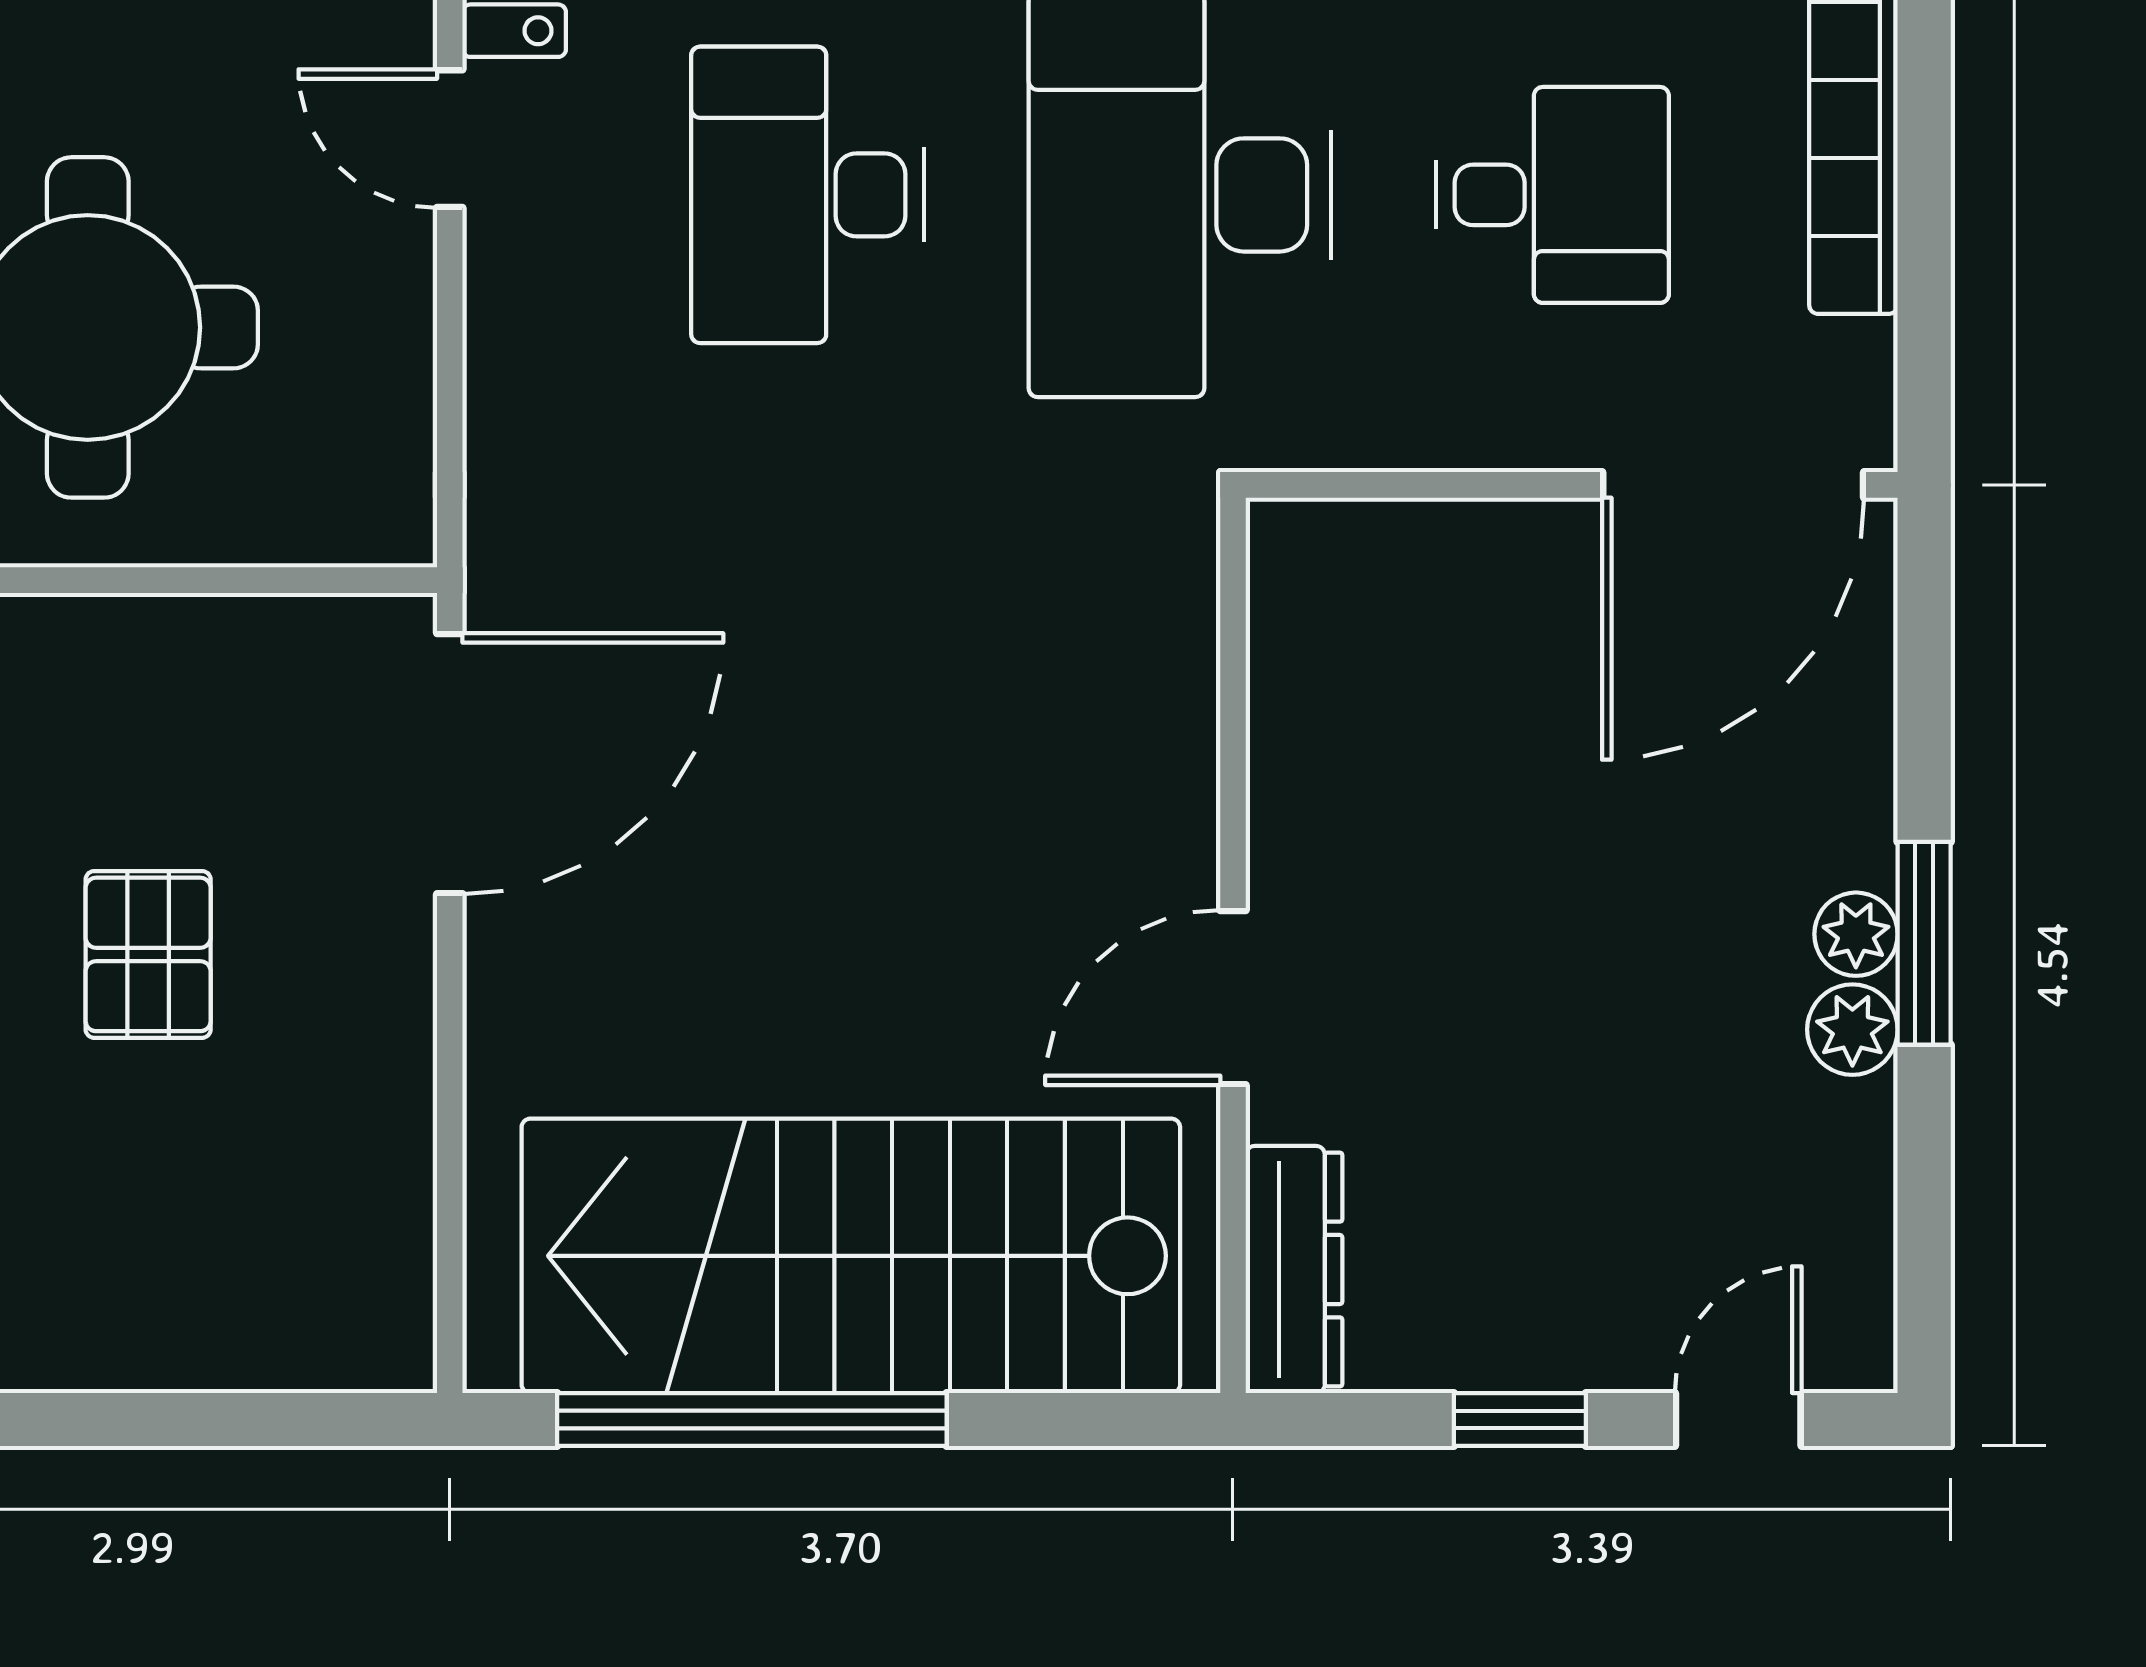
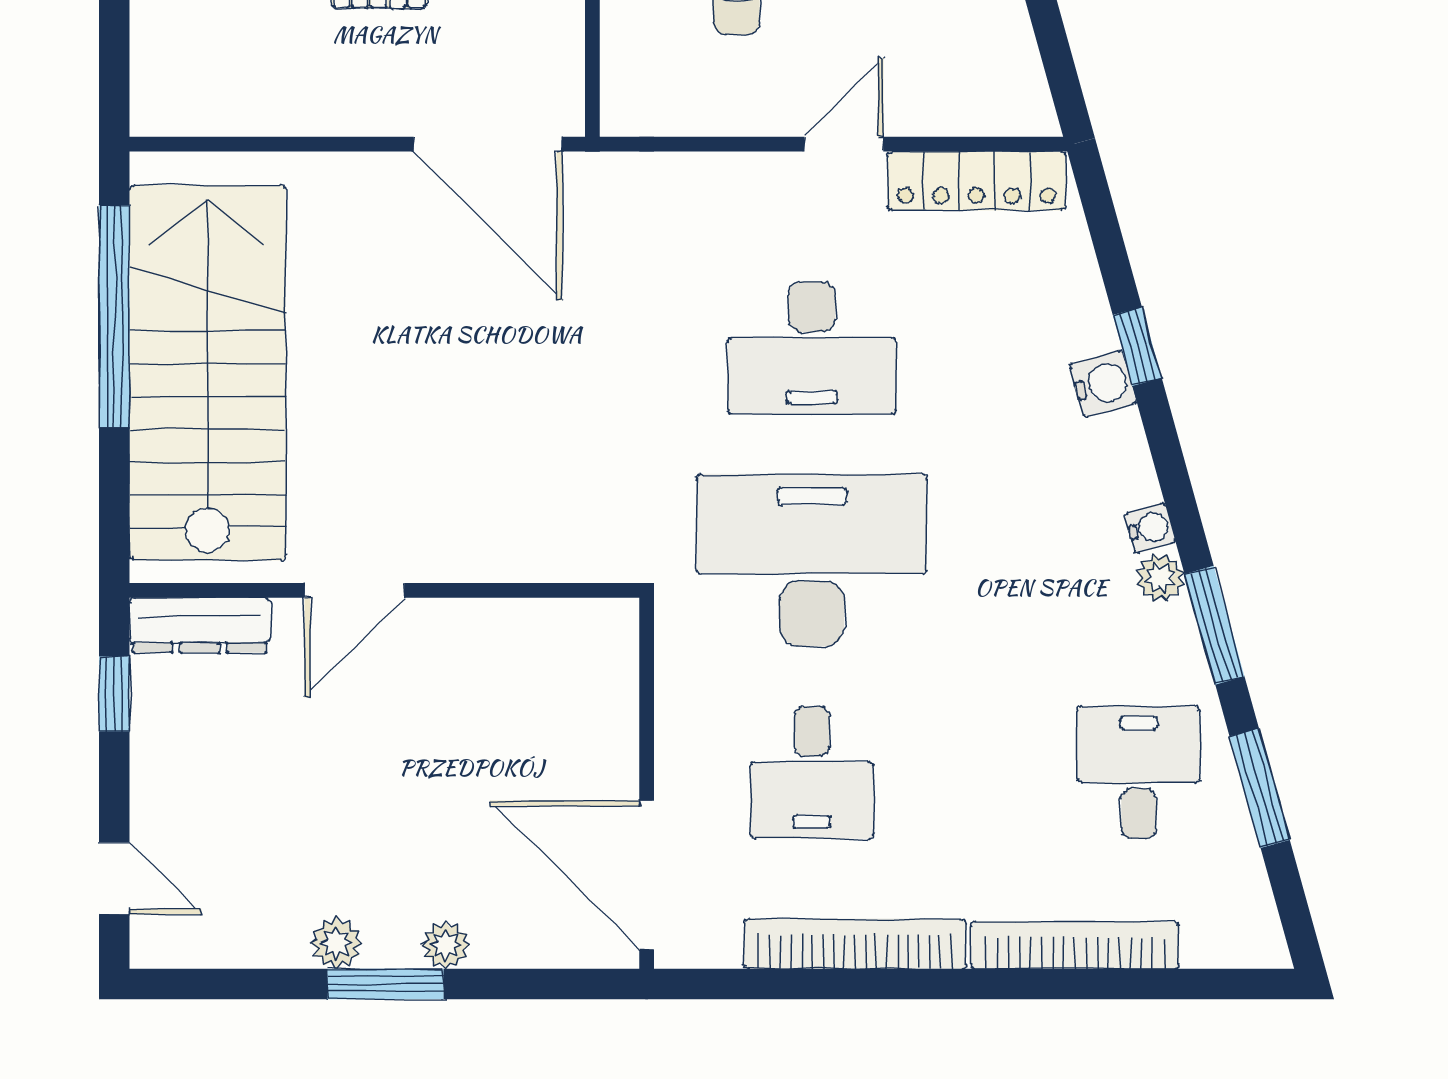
desk: (808, 195) -> (812, 348), turned 180
plant: (1856, 934) -> (445, 945), moved
door: (1233, 998) -> (355, 590), swing flipped
window: (1520, 1419) -> (114, 694), moved

